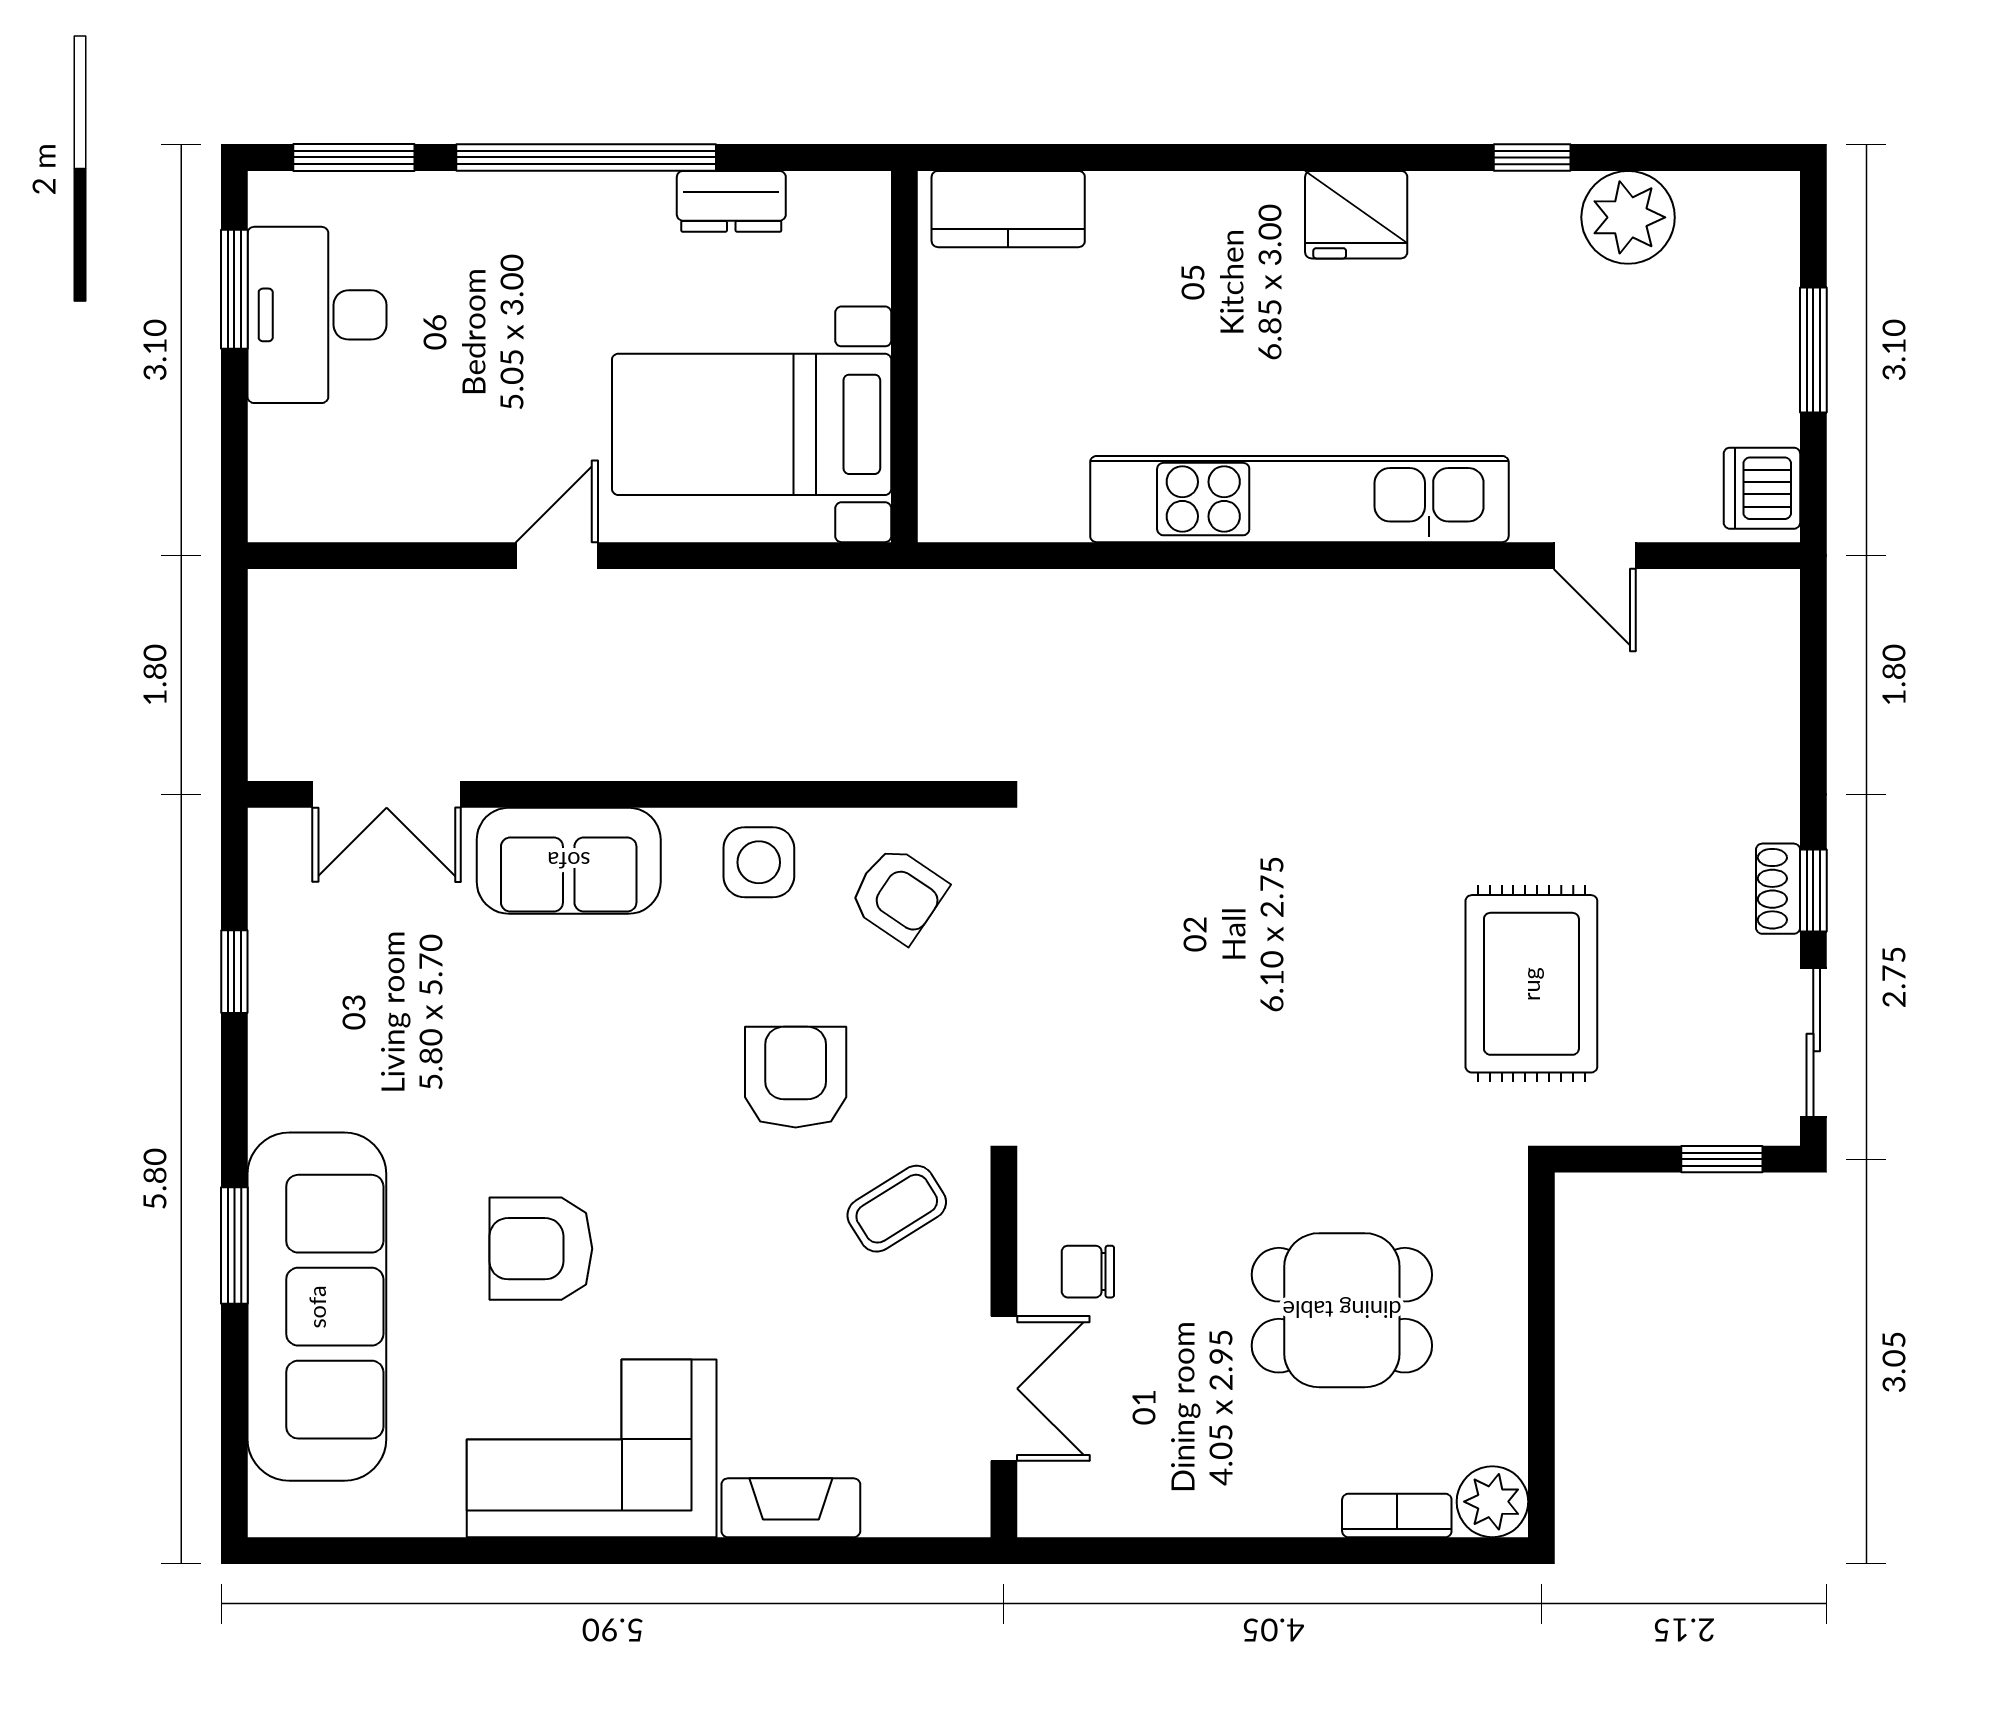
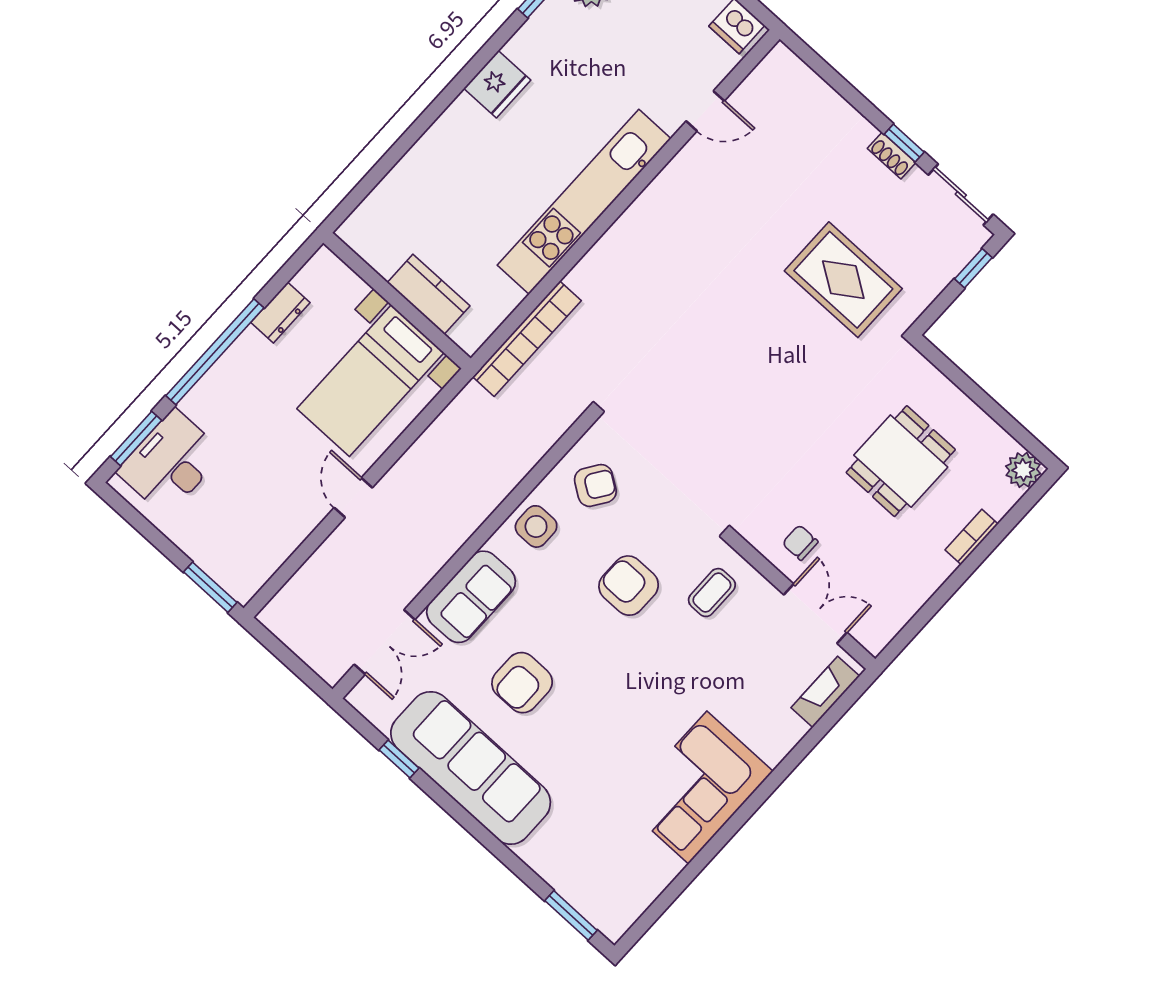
kitchen counter: (1008, 209) -> (429, 294), moved, turned -90
window: (234, 289) -> (210, 587), moved
desk: (317, 315) -> (170, 463), moved, turned 90
bookcase: (1022, 598) -> (527, 339), added
coffee table: (897, 1209) -> (712, 593), turned 32
window: (234, 1246) -> (571, 915), moved
armchair: (541, 1249) -> (522, 683), moved
chair: (1088, 1272) -> (800, 543), turned 90
sofa: (317, 1307) -> (471, 768), moved
fireplace: (791, 1508) -> (825, 692), moved
bookcase: (1397, 1515) -> (972, 537), moved

